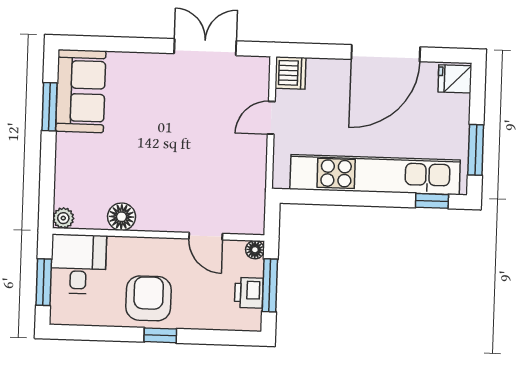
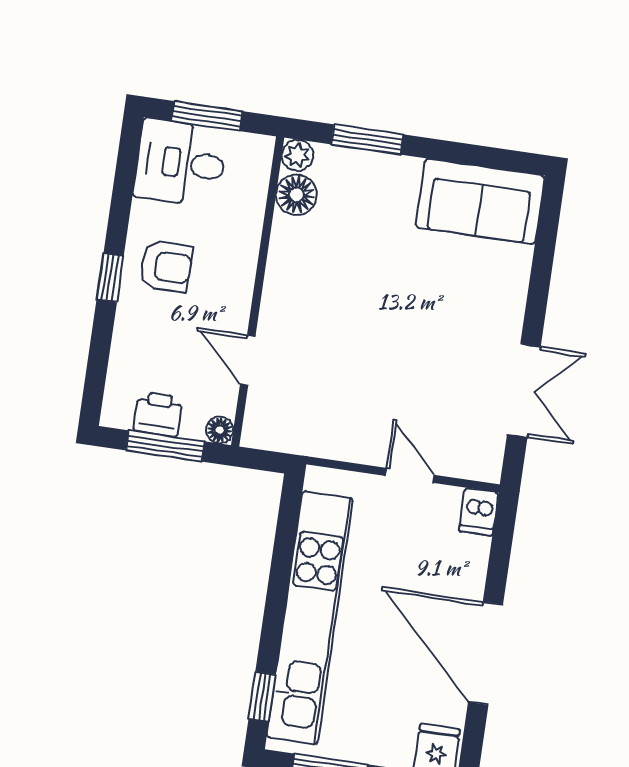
dishwasher: (290, 73) -> (479, 512), width x0.73
window: (50, 107) -> (367, 139), moved
floor lamp: (122, 217) -> (296, 195), moved
door: (206, 236) -> (248, 360), hinge flipped
desk: (78, 264) -> (181, 163), moved, turned 180
armchair: (149, 298) -> (166, 267), width x0.72, depth x0.72

